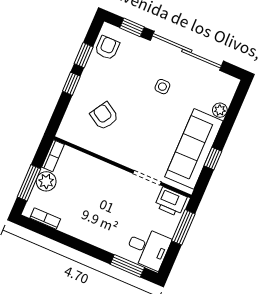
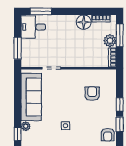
armchair: (104, 116) -> (92, 94), turned -122
window: (213, 158) -> (18, 134), moved
printer: (171, 202) -> (31, 60), removed
floor lamp: (72, 224) -> (84, 22), added

